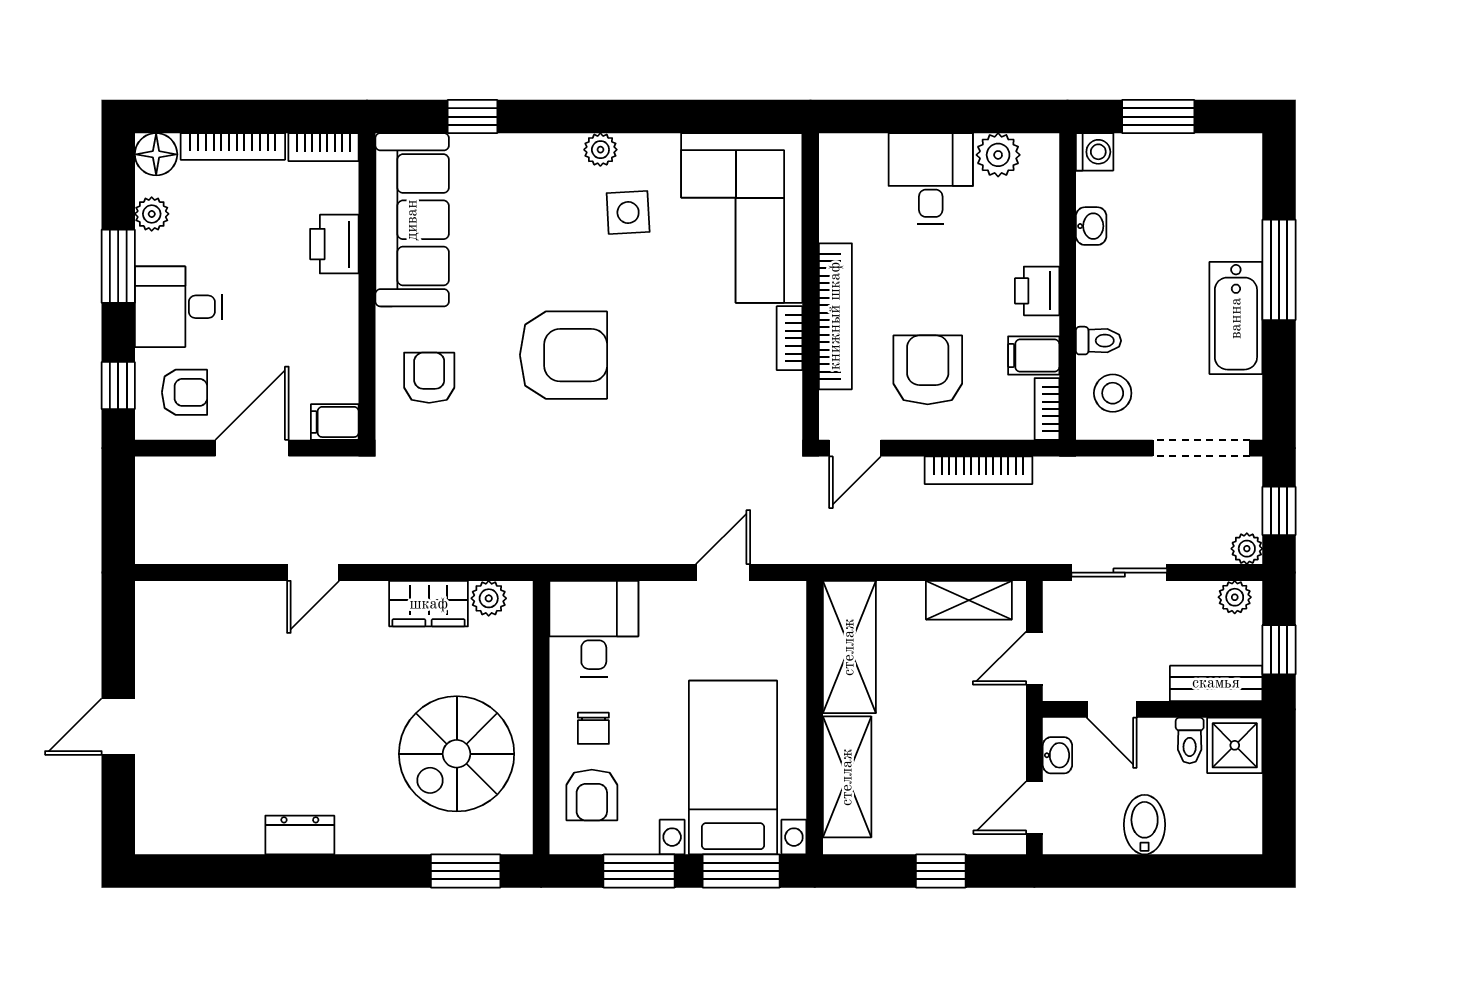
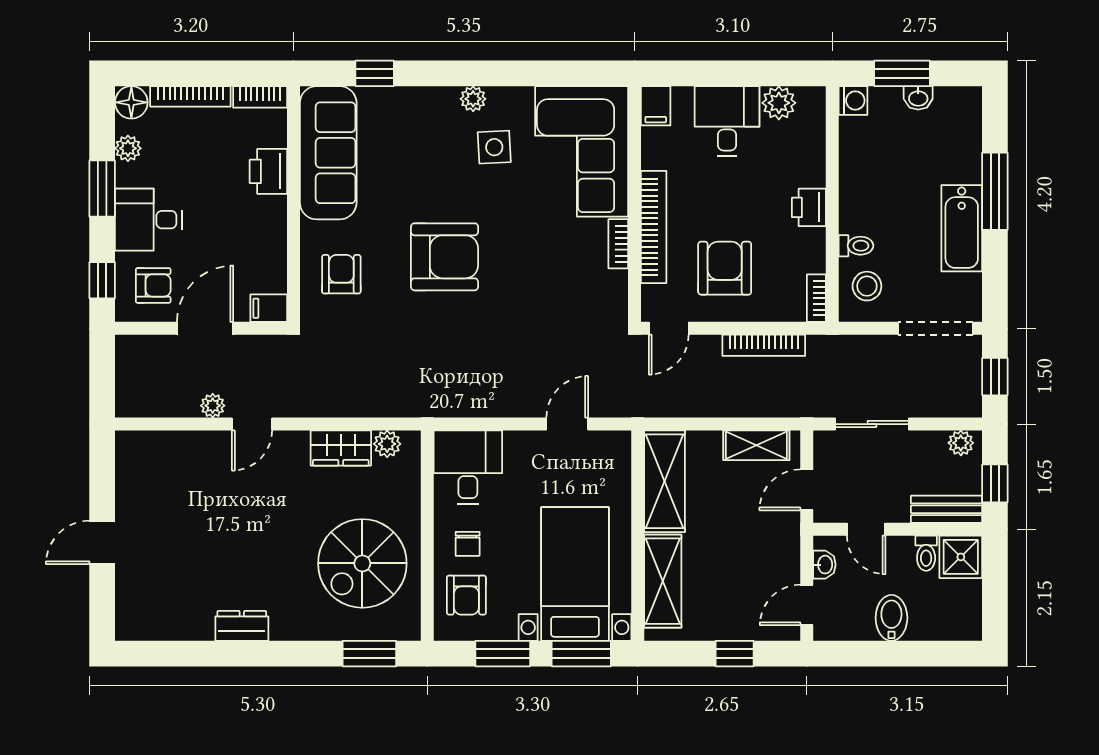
washbasin: (1091, 226) -> (918, 98), moved, turned 90
filing cabinet: (1034, 356) -> (656, 106), moved, turned -90
plant: (1247, 549) -> (213, 406), moved

